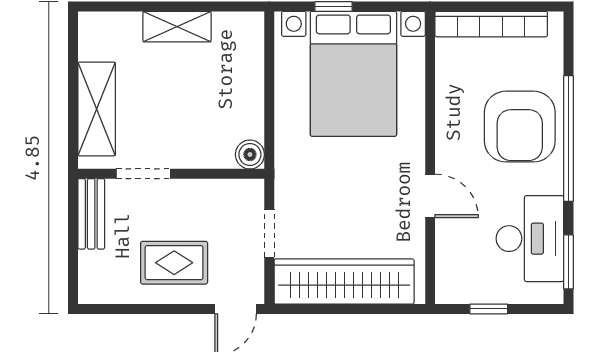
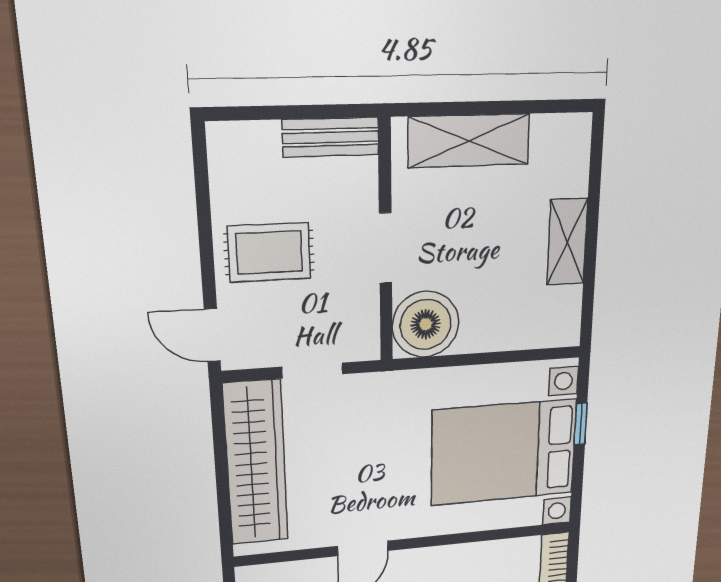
boiler: (250, 154) -> (426, 324), width x1.86, depth x1.86
doorway: (143, 174) -> (386, 248), moved
rug: (174, 263) -> (269, 252), turned 90

